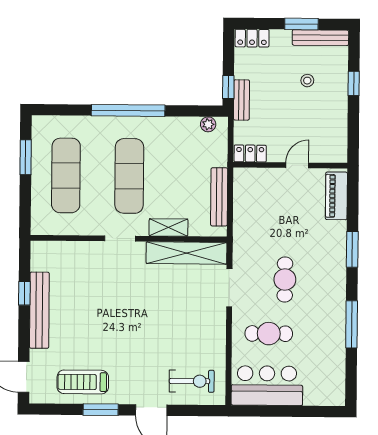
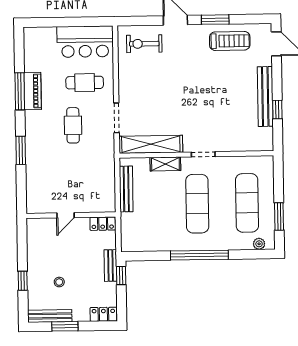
plant: (208, 124) -> (259, 244), moved
piano: (336, 196) -> (33, 91), moved

